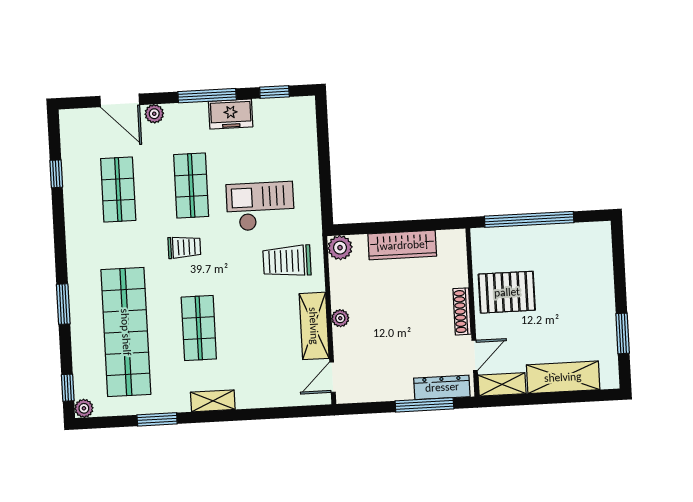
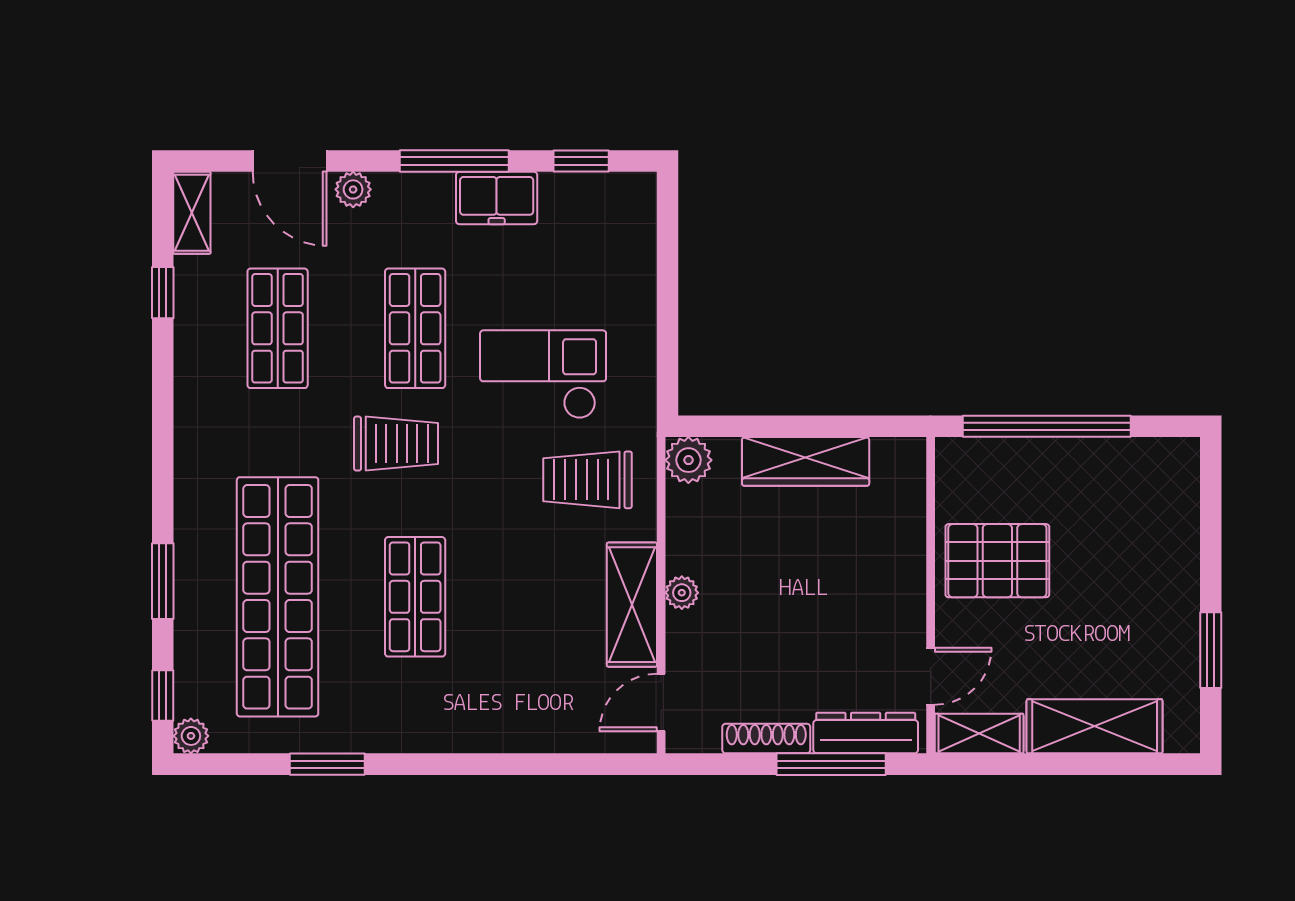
trolley: (184, 247) -> (396, 444), width x1.36, depth x1.39
window: (63, 304) -> (163, 581), moved
shoe rack: (462, 311) -> (766, 739), moved, turned 90
shelving: (213, 401) -> (192, 213), moved, turned 90

